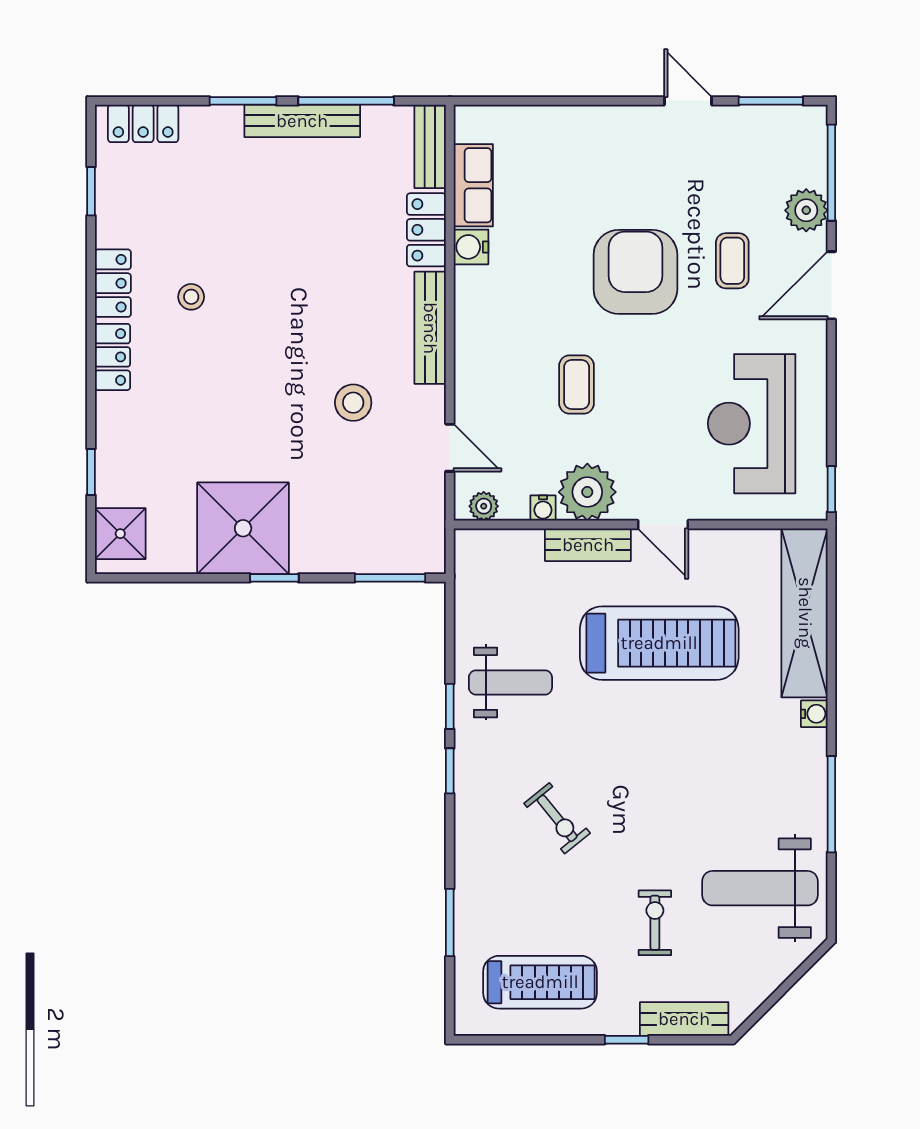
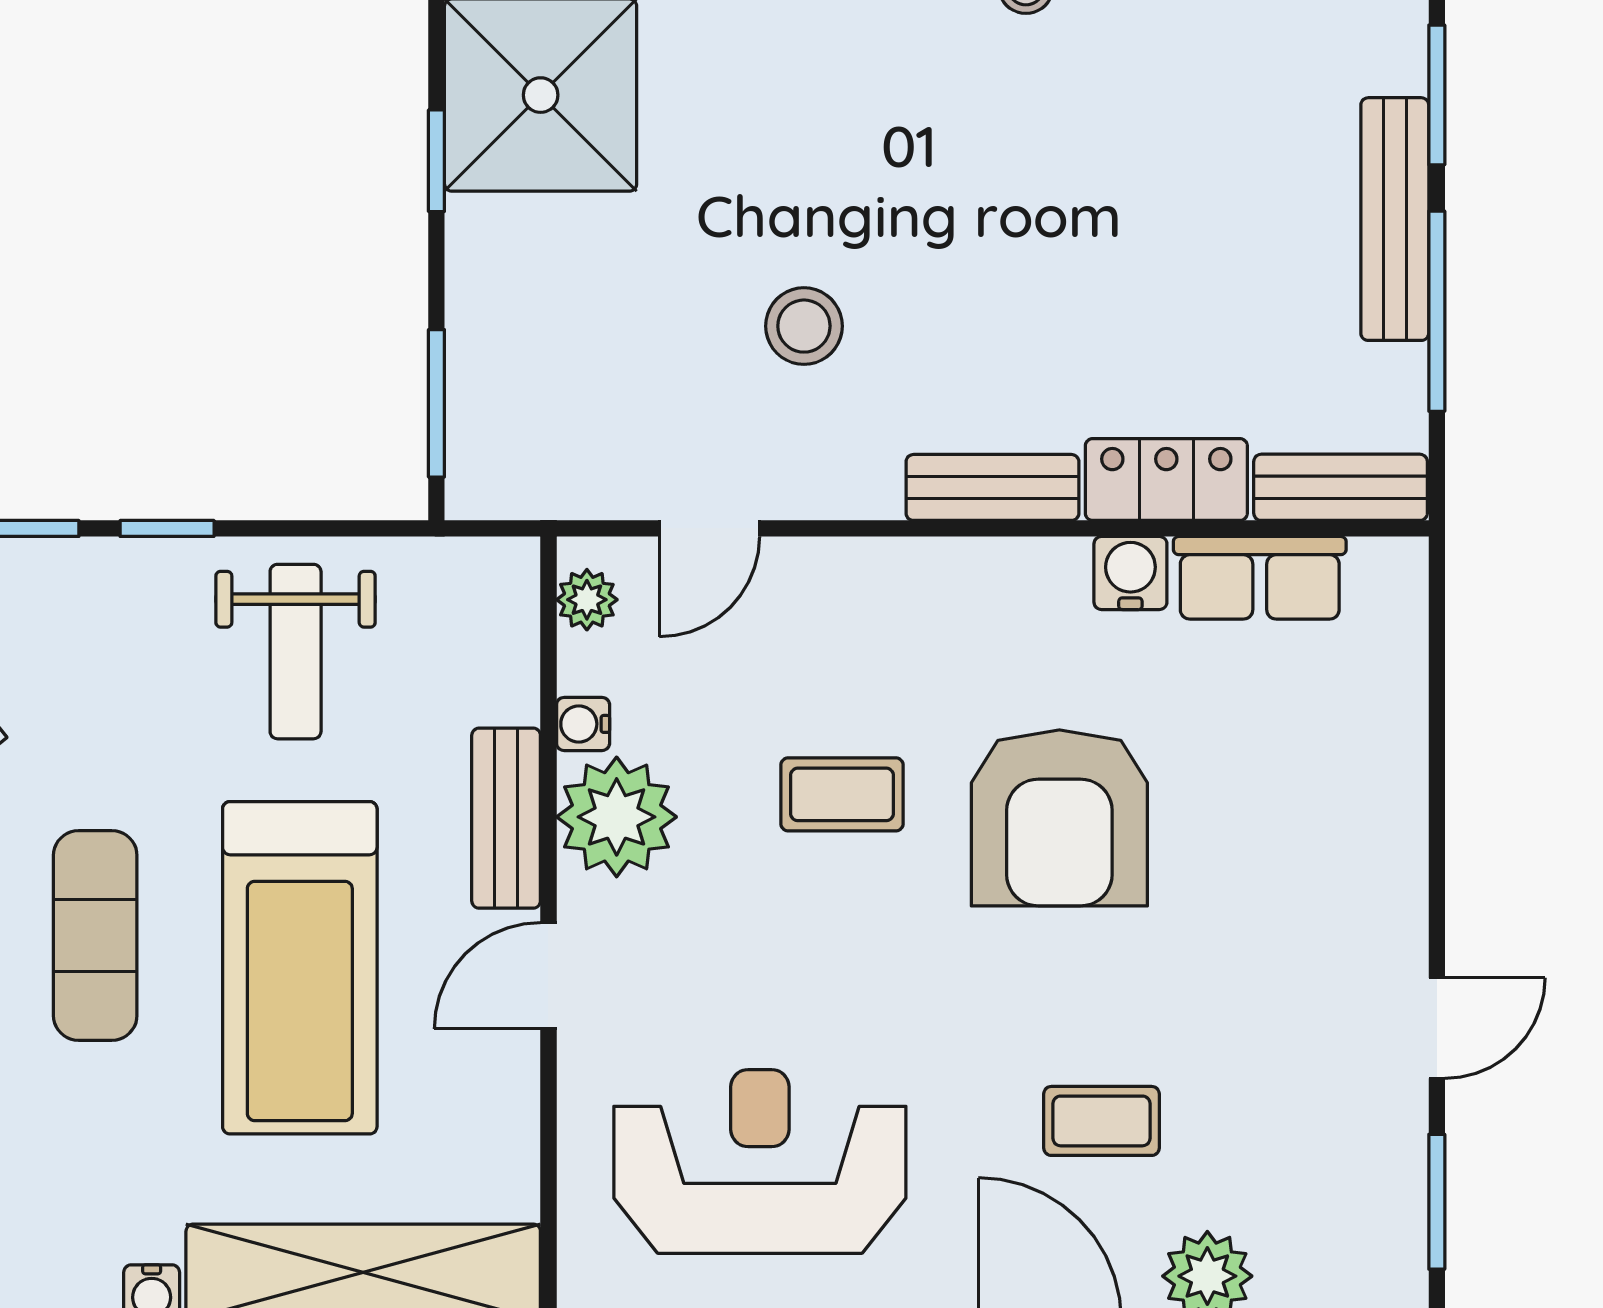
armchair: (635, 272) -> (1059, 818), moved, turned 90
bench: (430, 328) -> (992, 487), width x0.73
weight bench: (510, 682) -> (296, 652), moved
exercise mat: (644, 741) -> (95, 935), added

